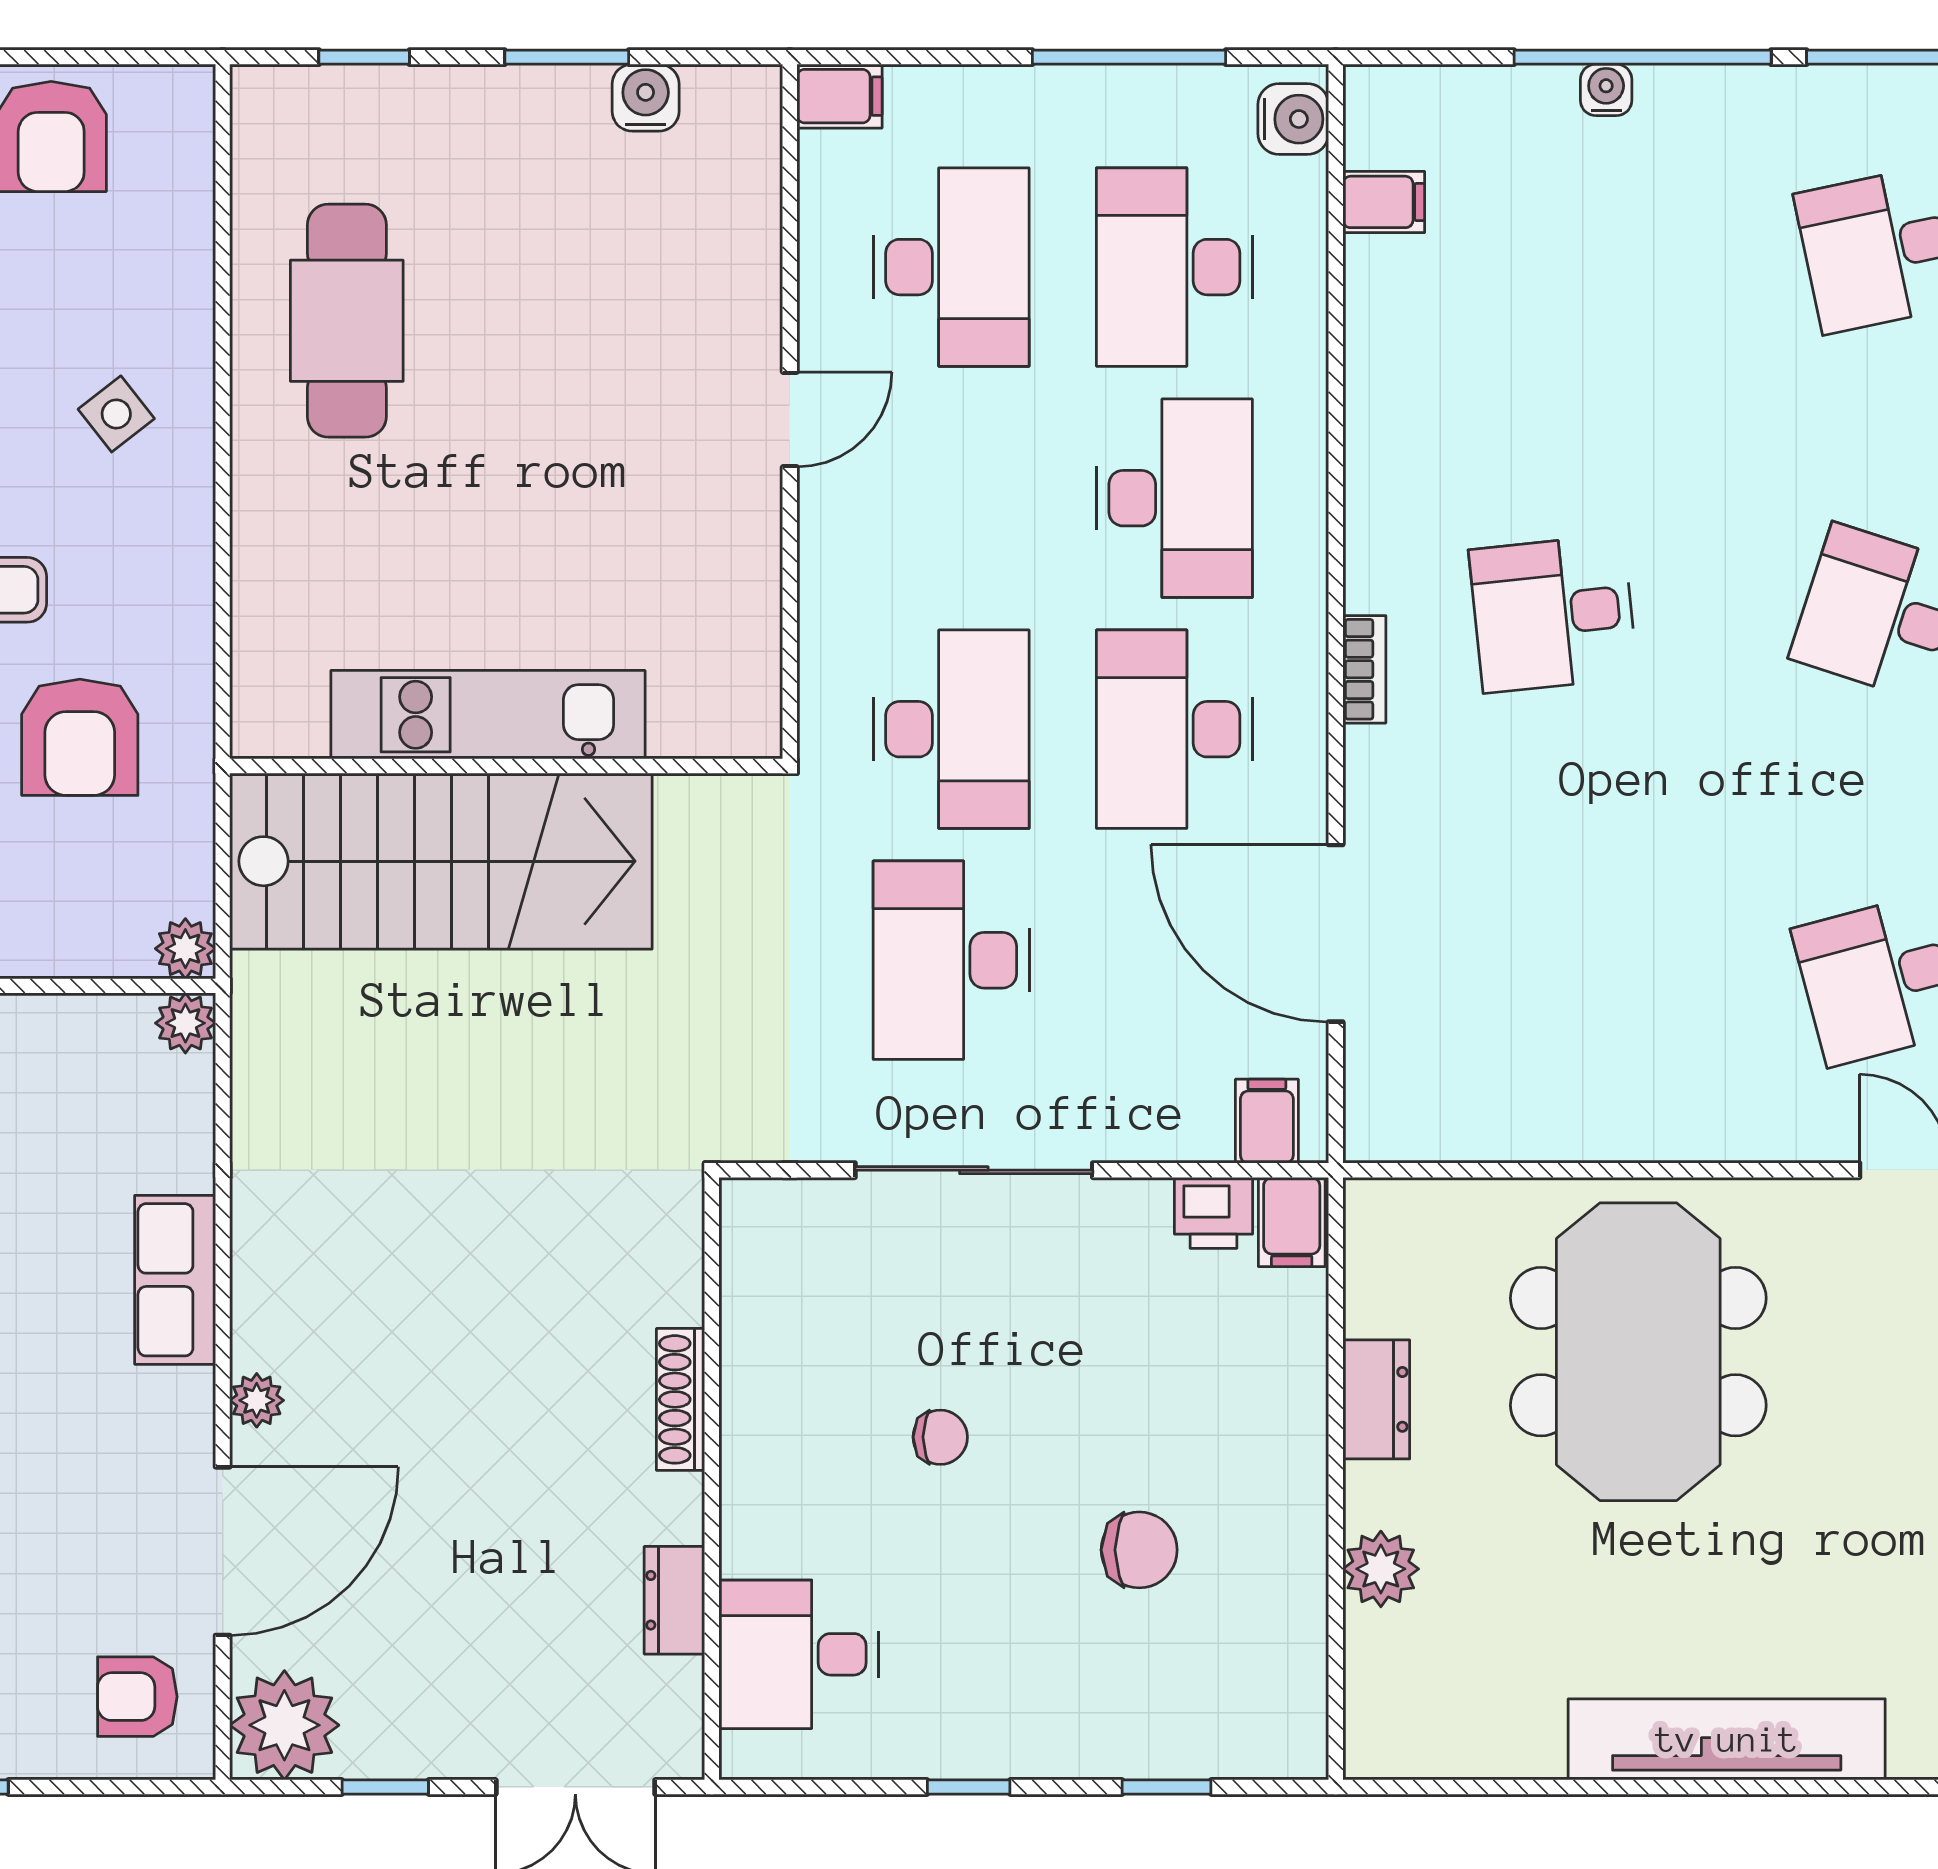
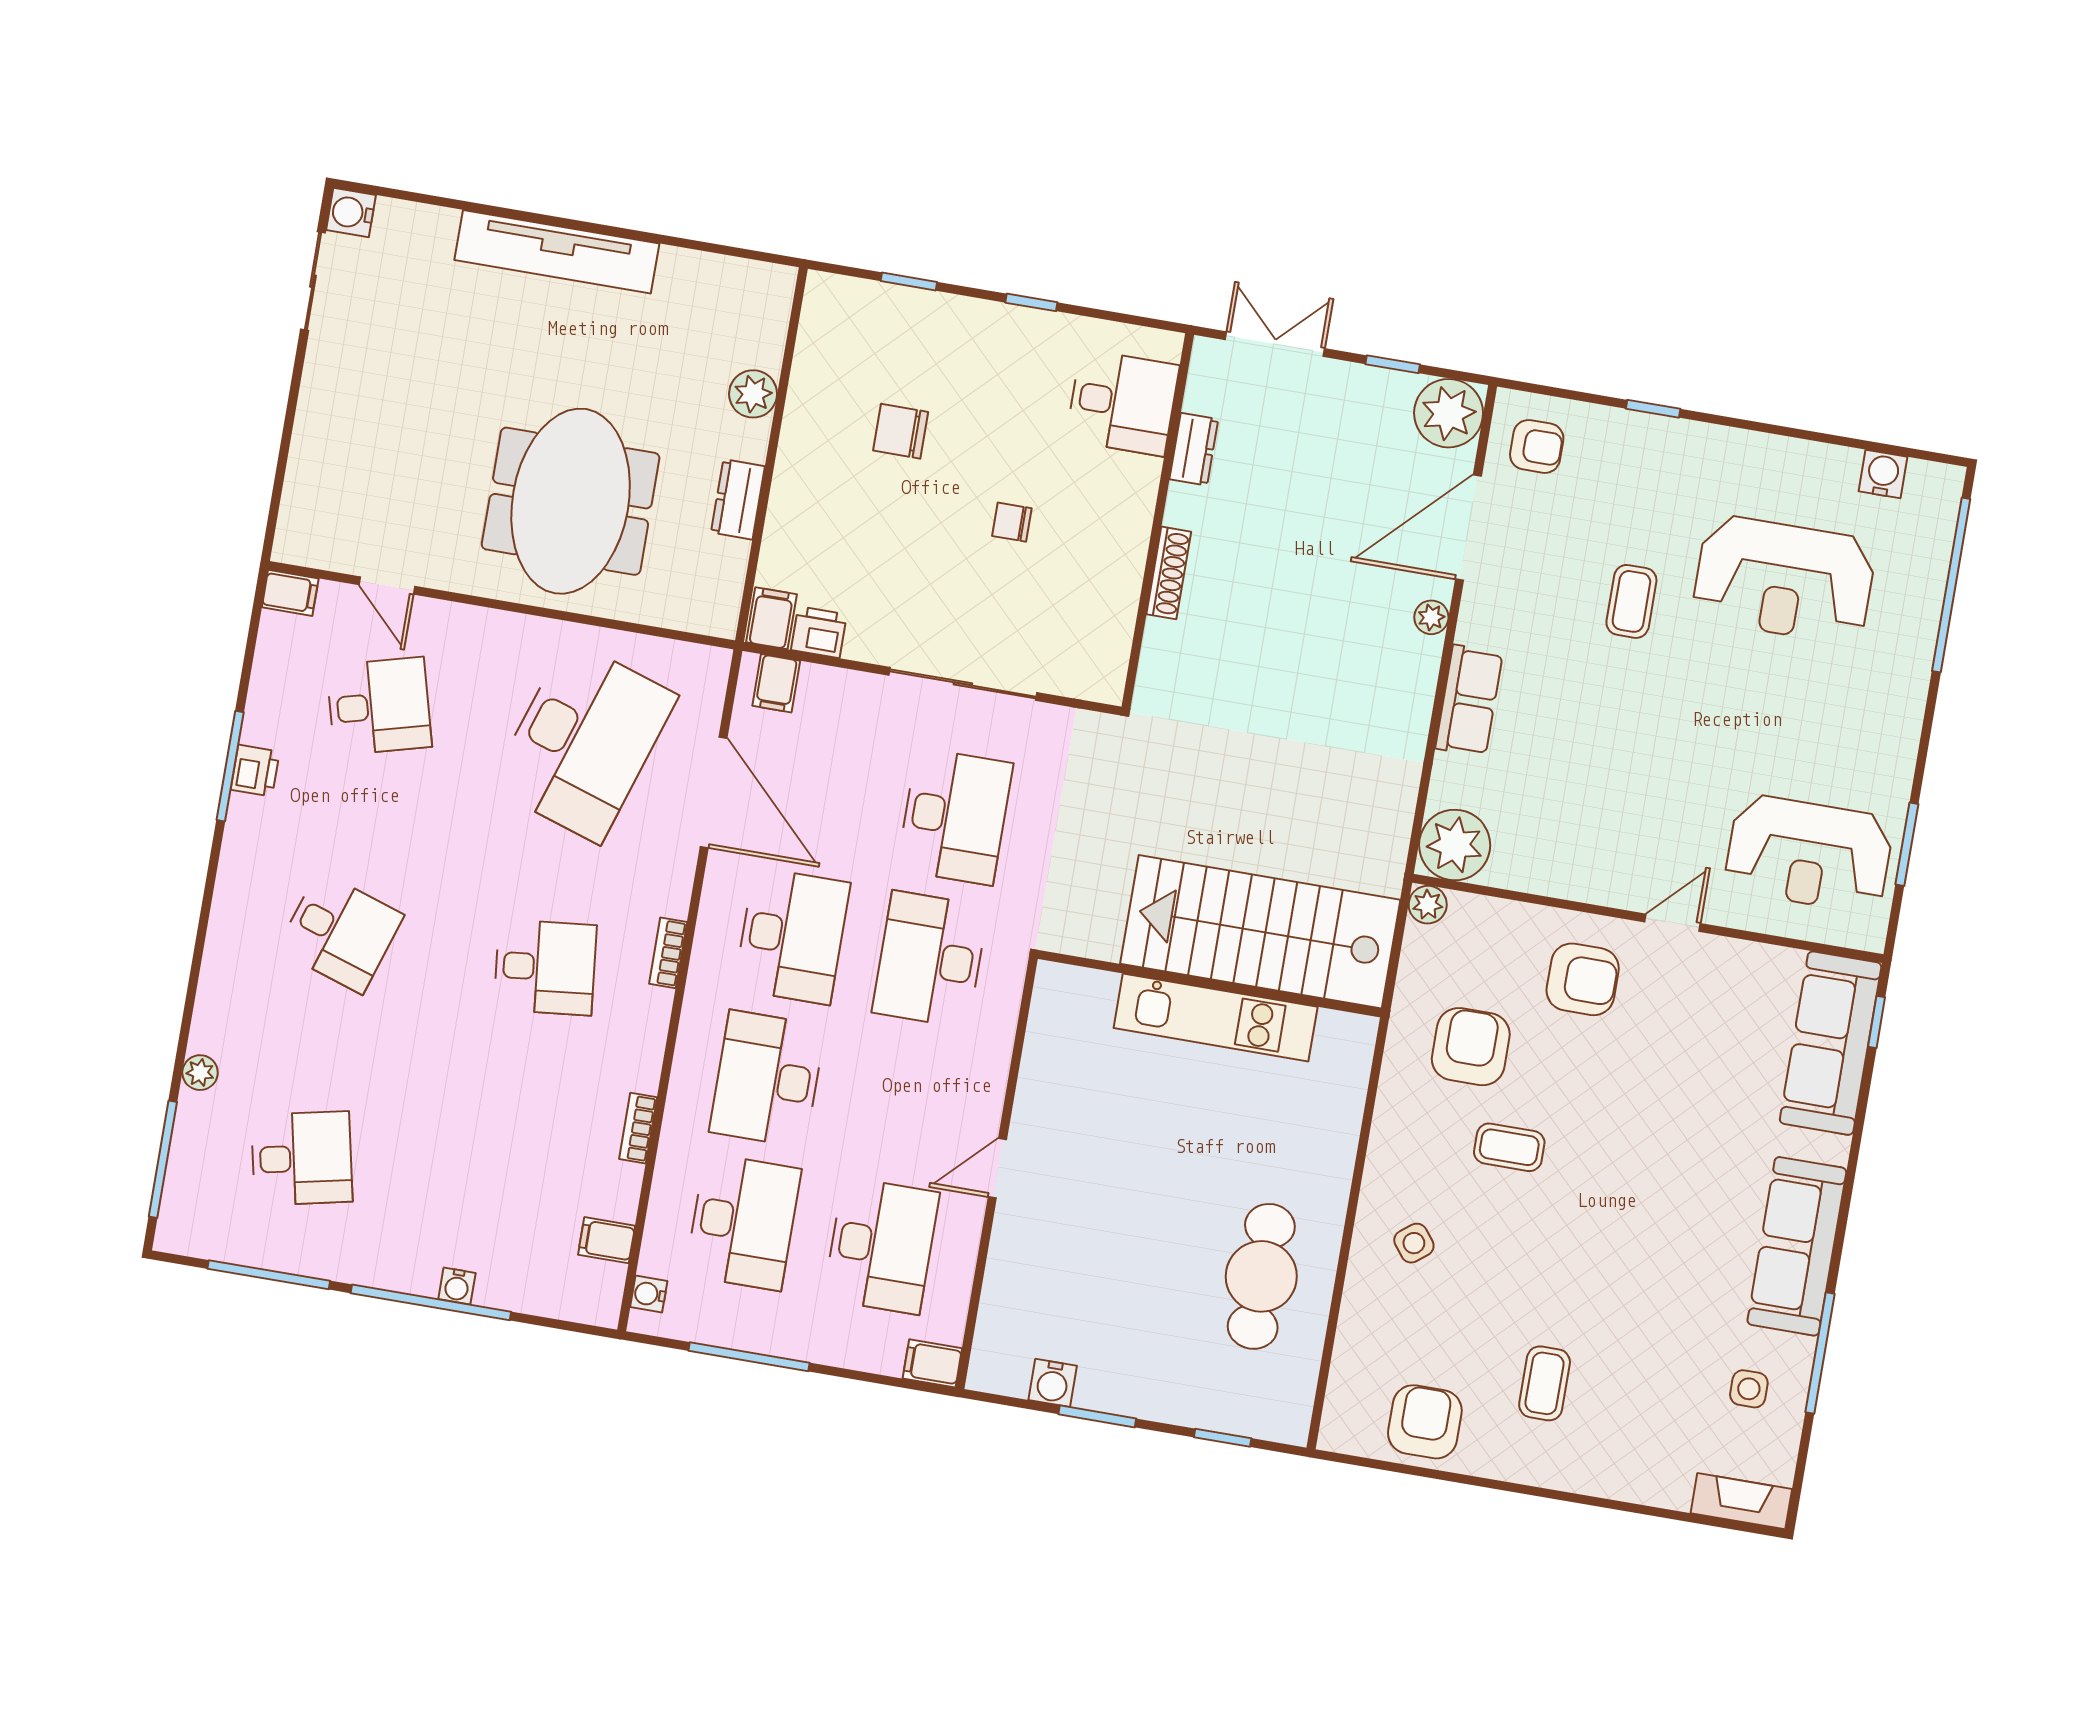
water cooler: (1293, 119) -> (649, 1294), width x0.72, depth x0.72
desk: (951, 267) -> (881, 1246), turned 180
bookcase: (1364, 386) -> (638, 1128), added
desk: (1553, 979) -> (584, 741), added
plant: (185, 1023) -> (1455, 845), width x1.87, depth x1.87

